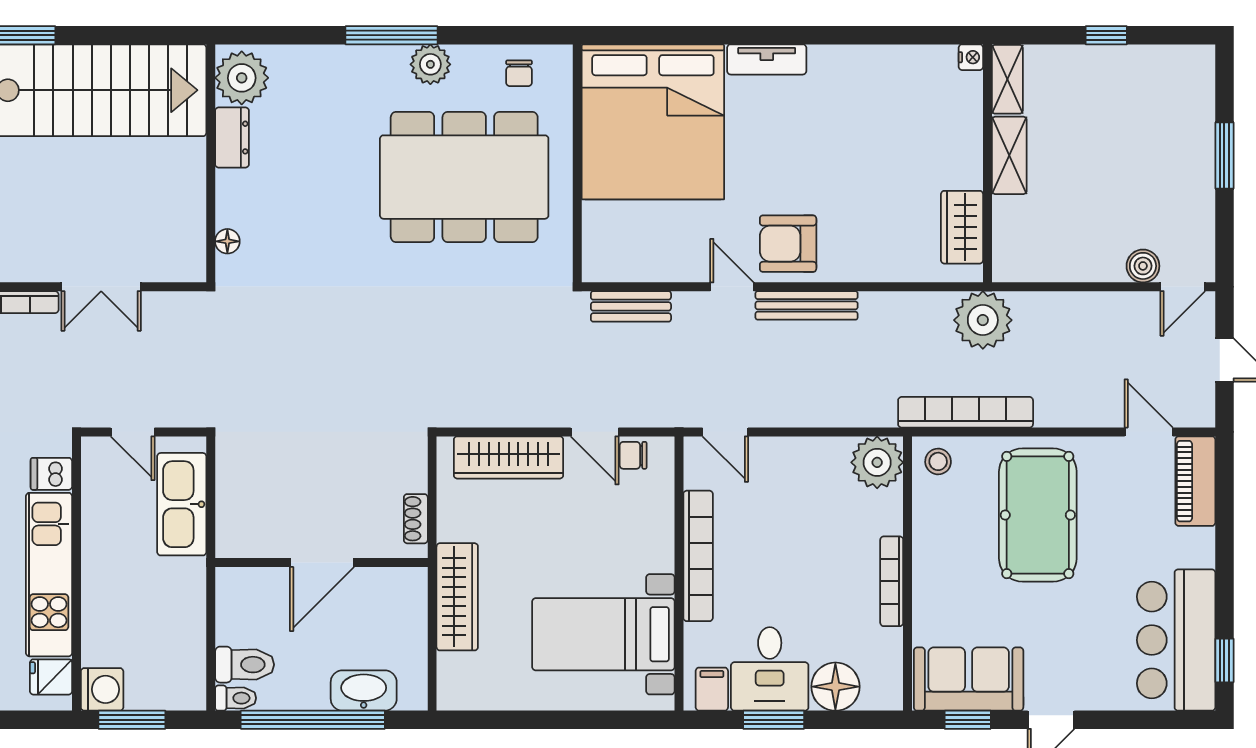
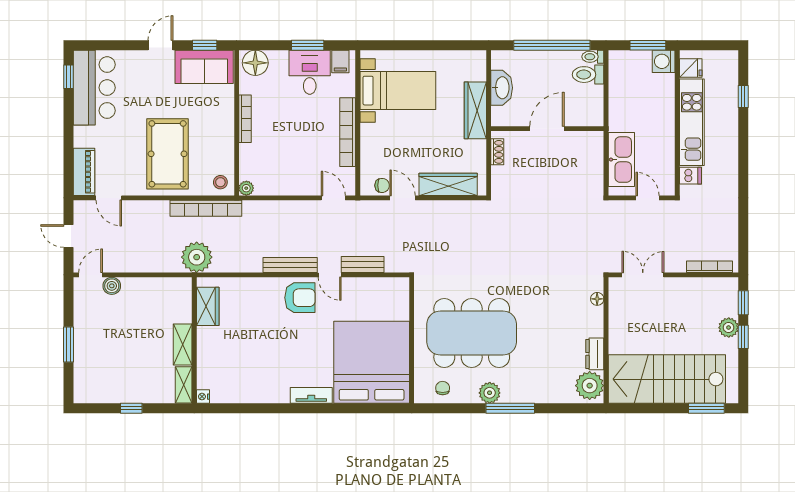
double door: (101, 287) -> (643, 275), moved
bench: (631, 306) -> (363, 264), moved
plant: (877, 462) -> (246, 188), width x0.53, depth x0.53
floor lamp: (835, 687) -> (255, 63), moved
washbasin: (364, 691) -> (502, 88), moved, turned -90

